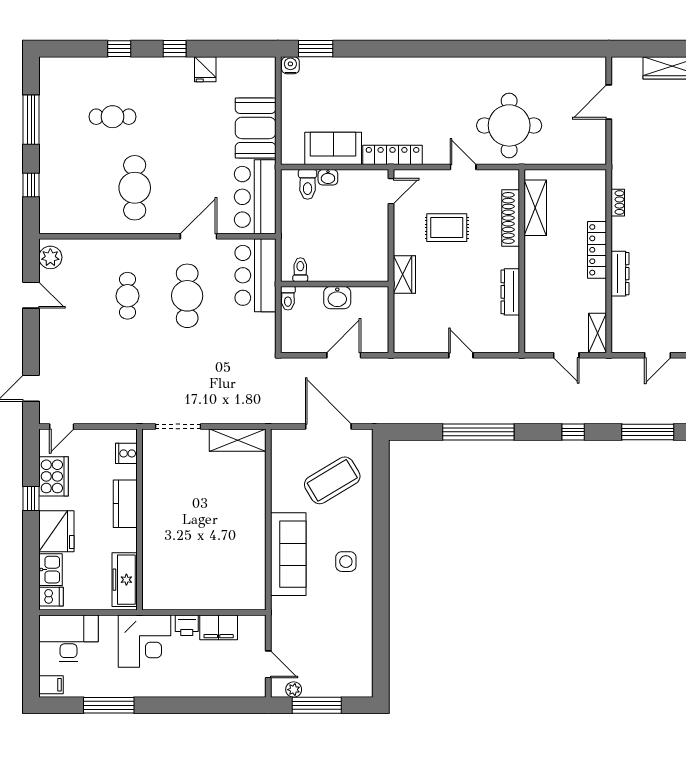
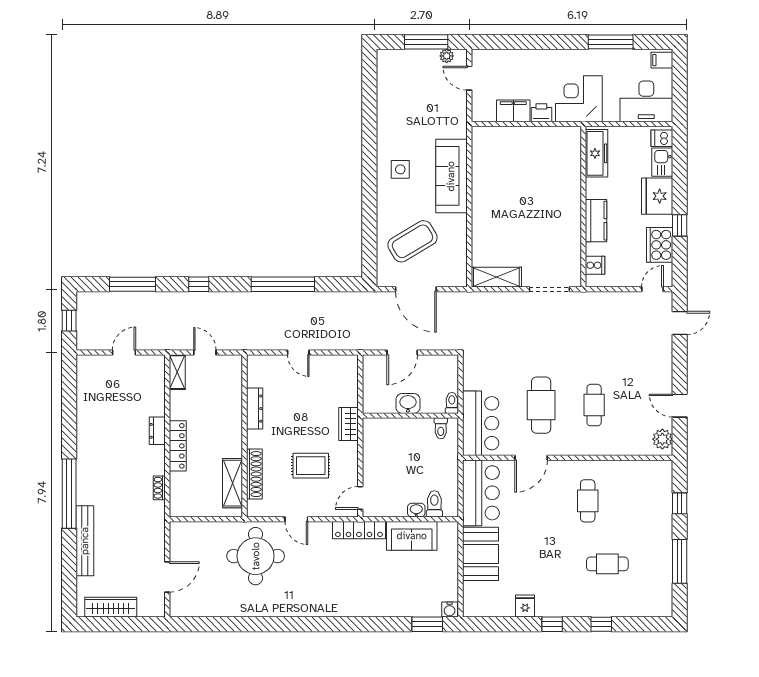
cafe table: (135, 188) -> (588, 501), width x0.73, depth x0.74
dresser: (620, 274) -> (157, 431), width x0.70

